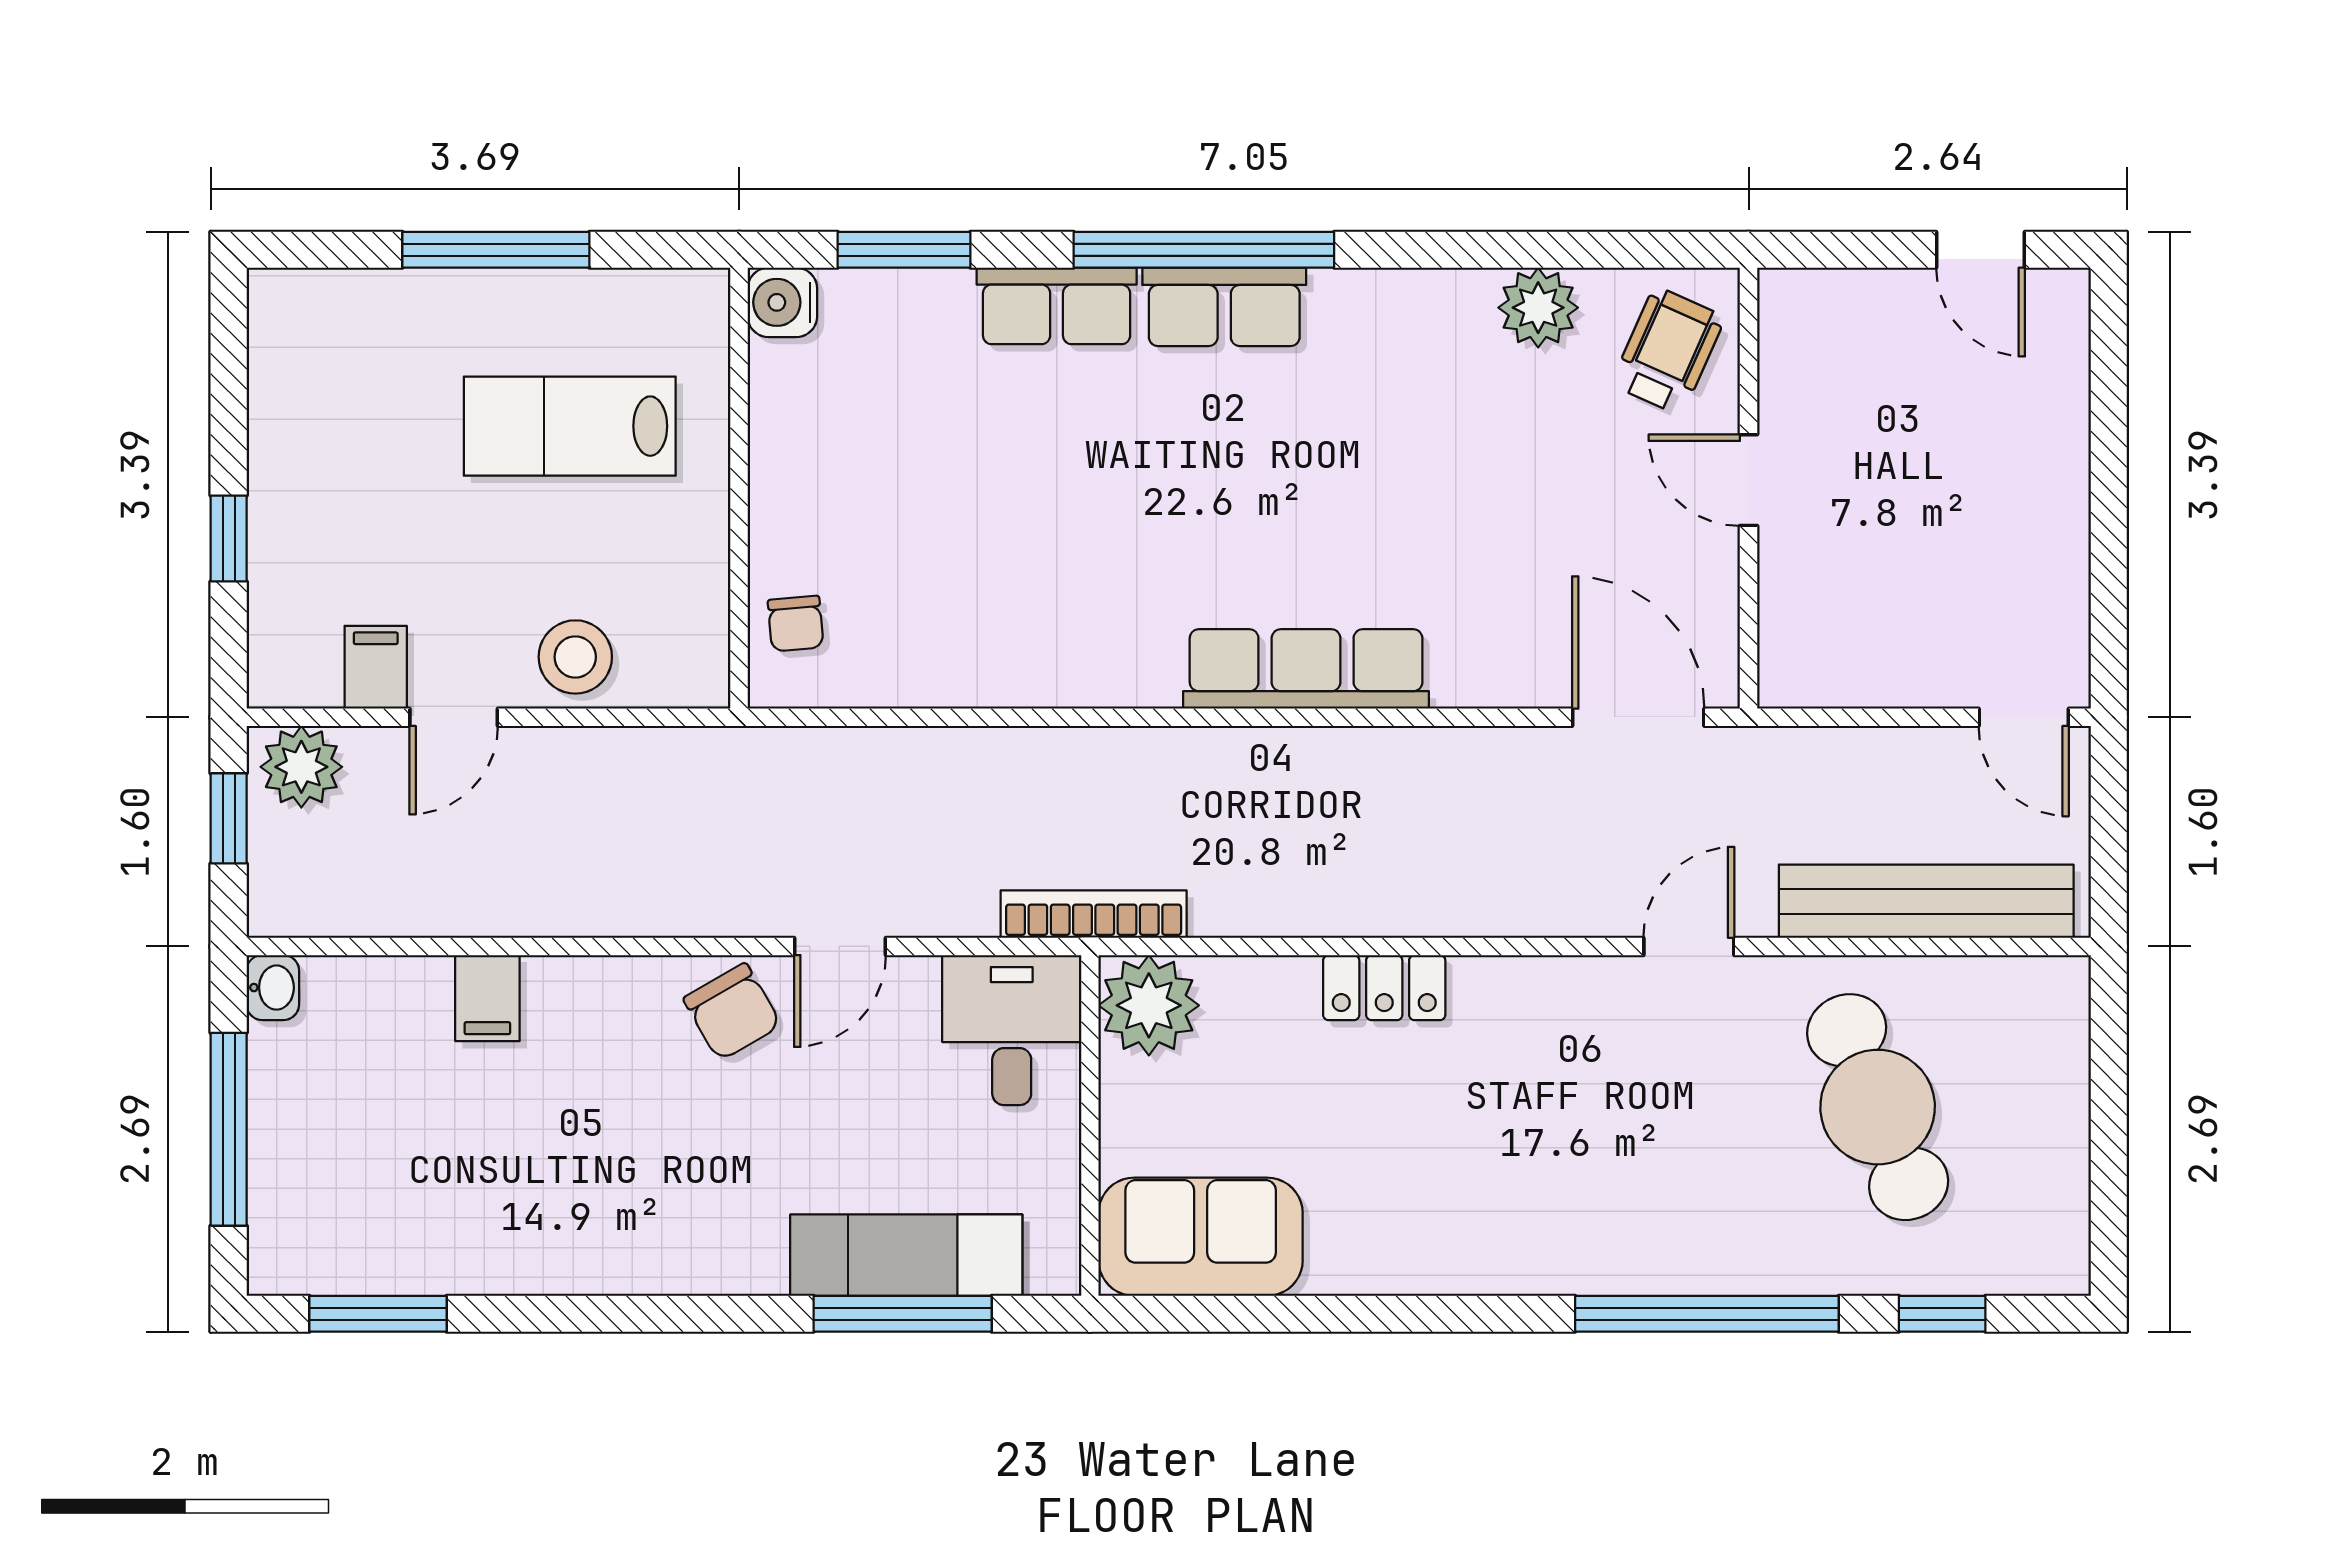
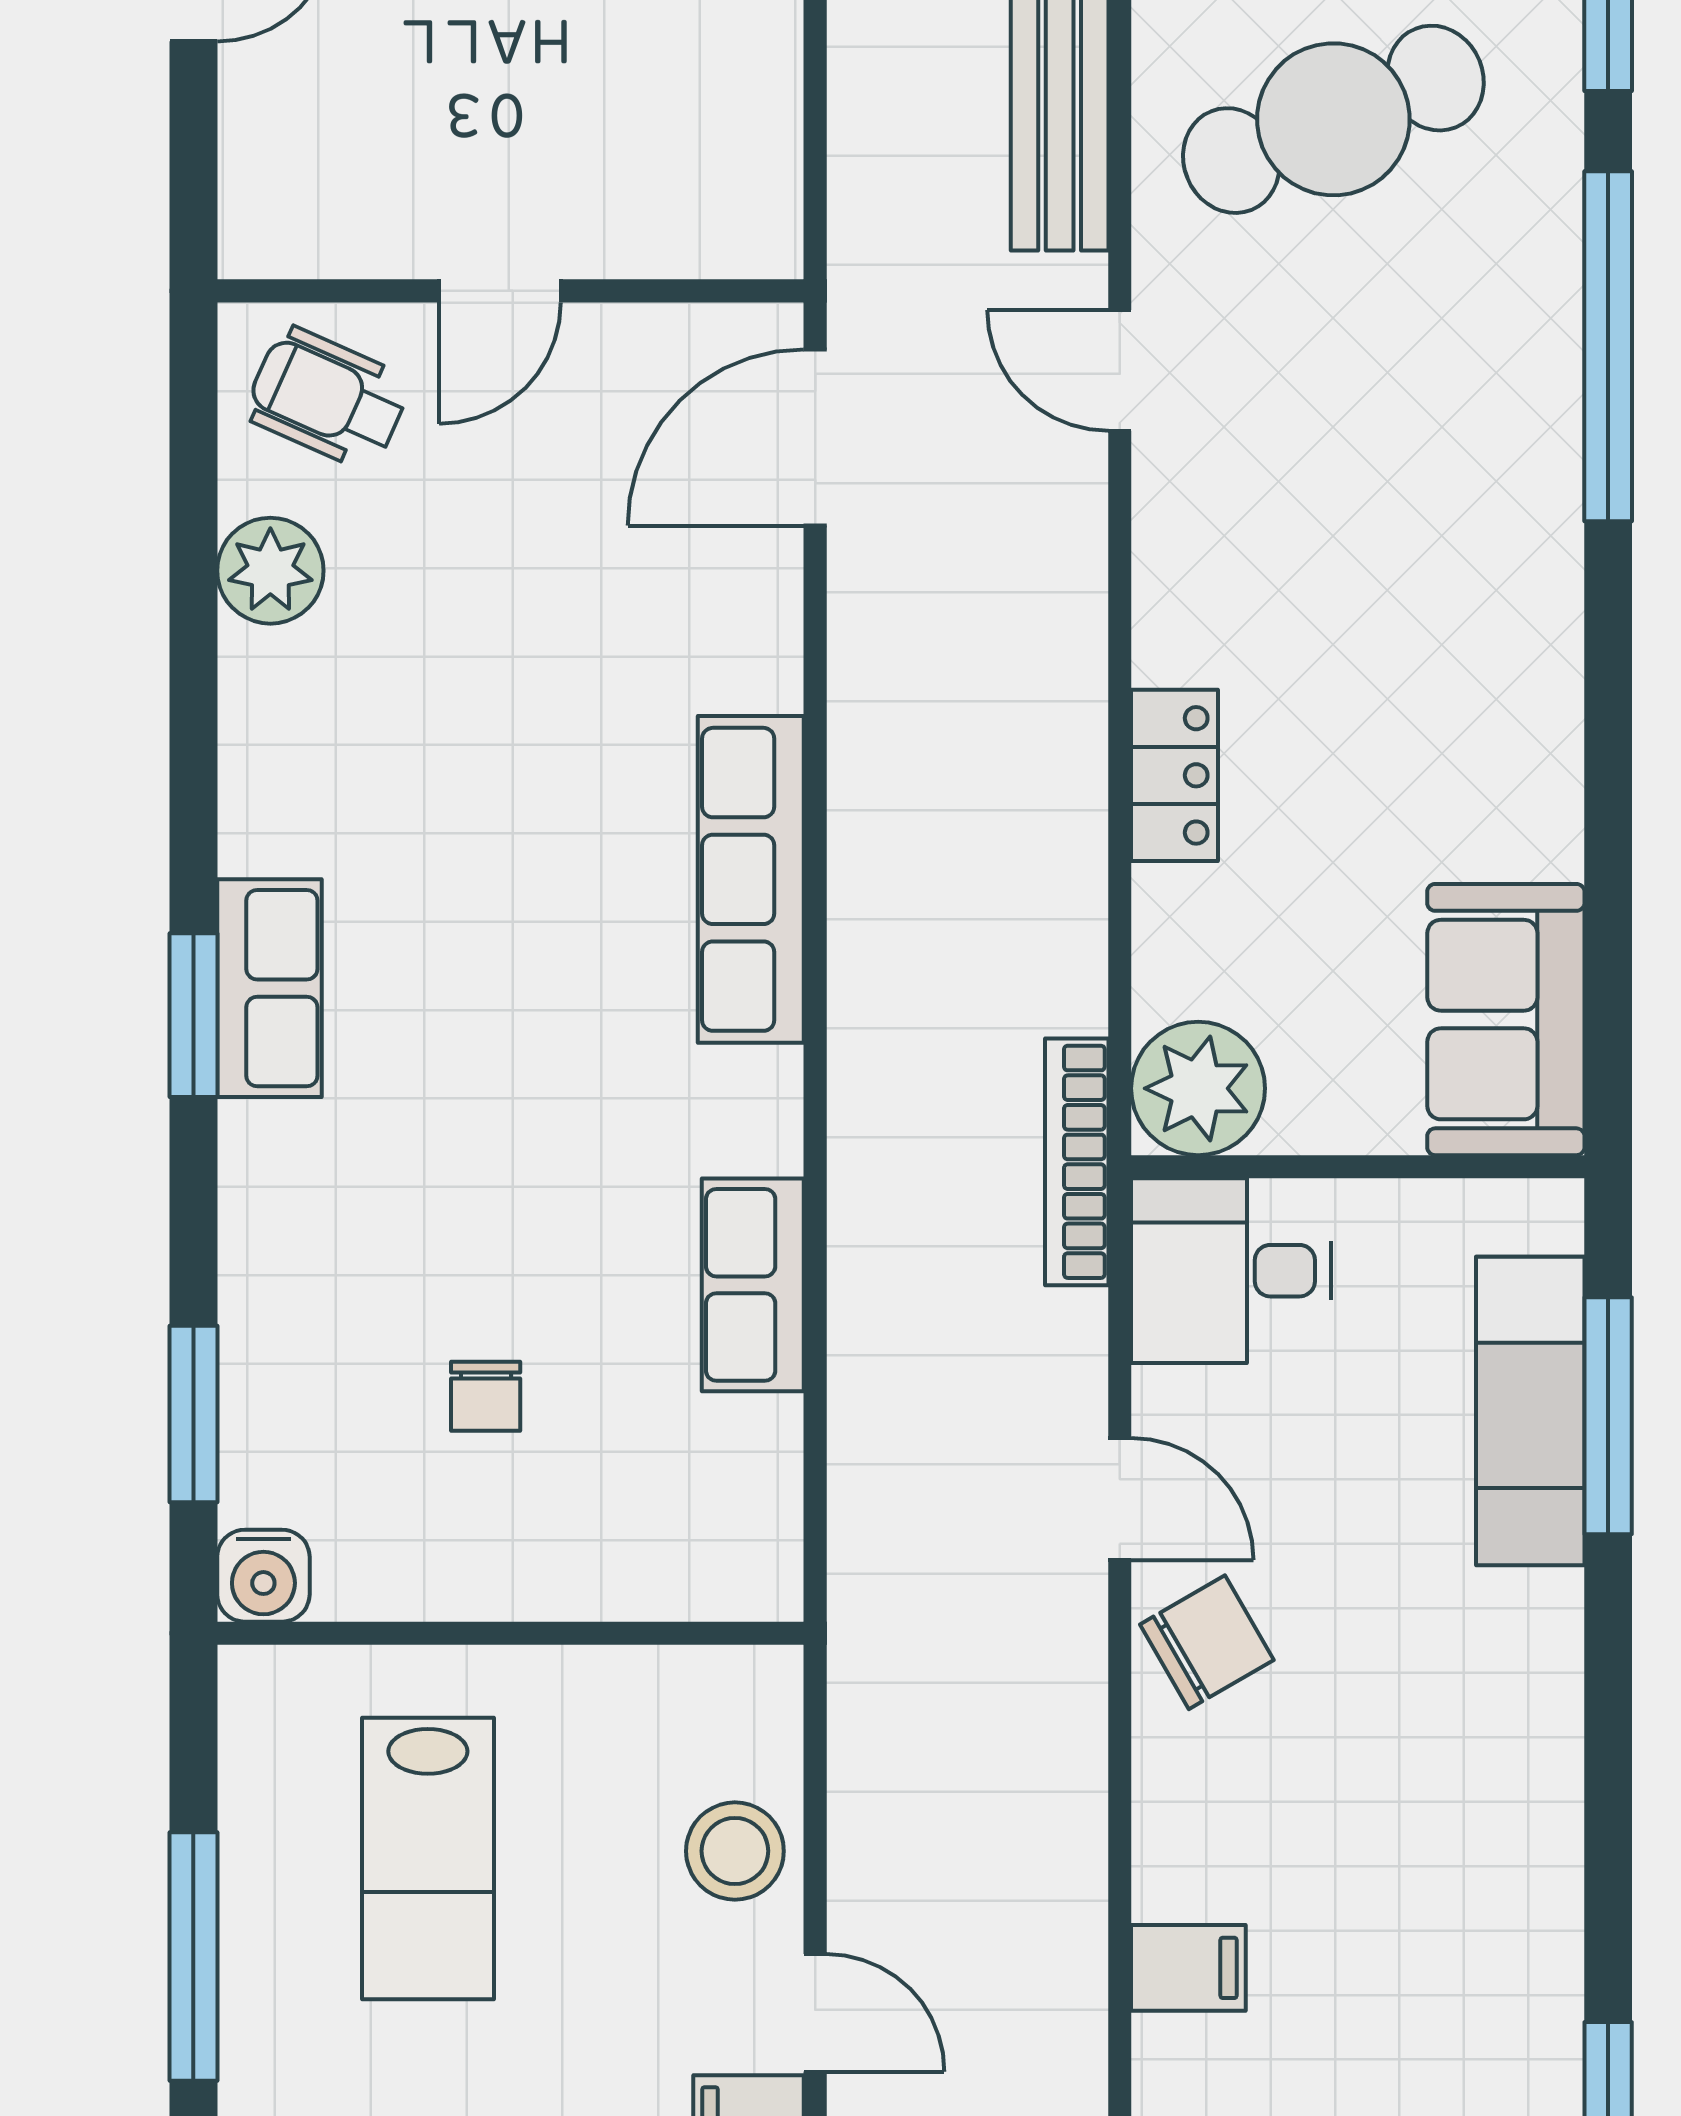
window: (1204, 250) -> (193, 1015), width x0.47
row of seats: (1057, 306) -> (753, 1285), moved, turned 180
chair: (796, 624) -> (486, 1396), moved, turned 95

